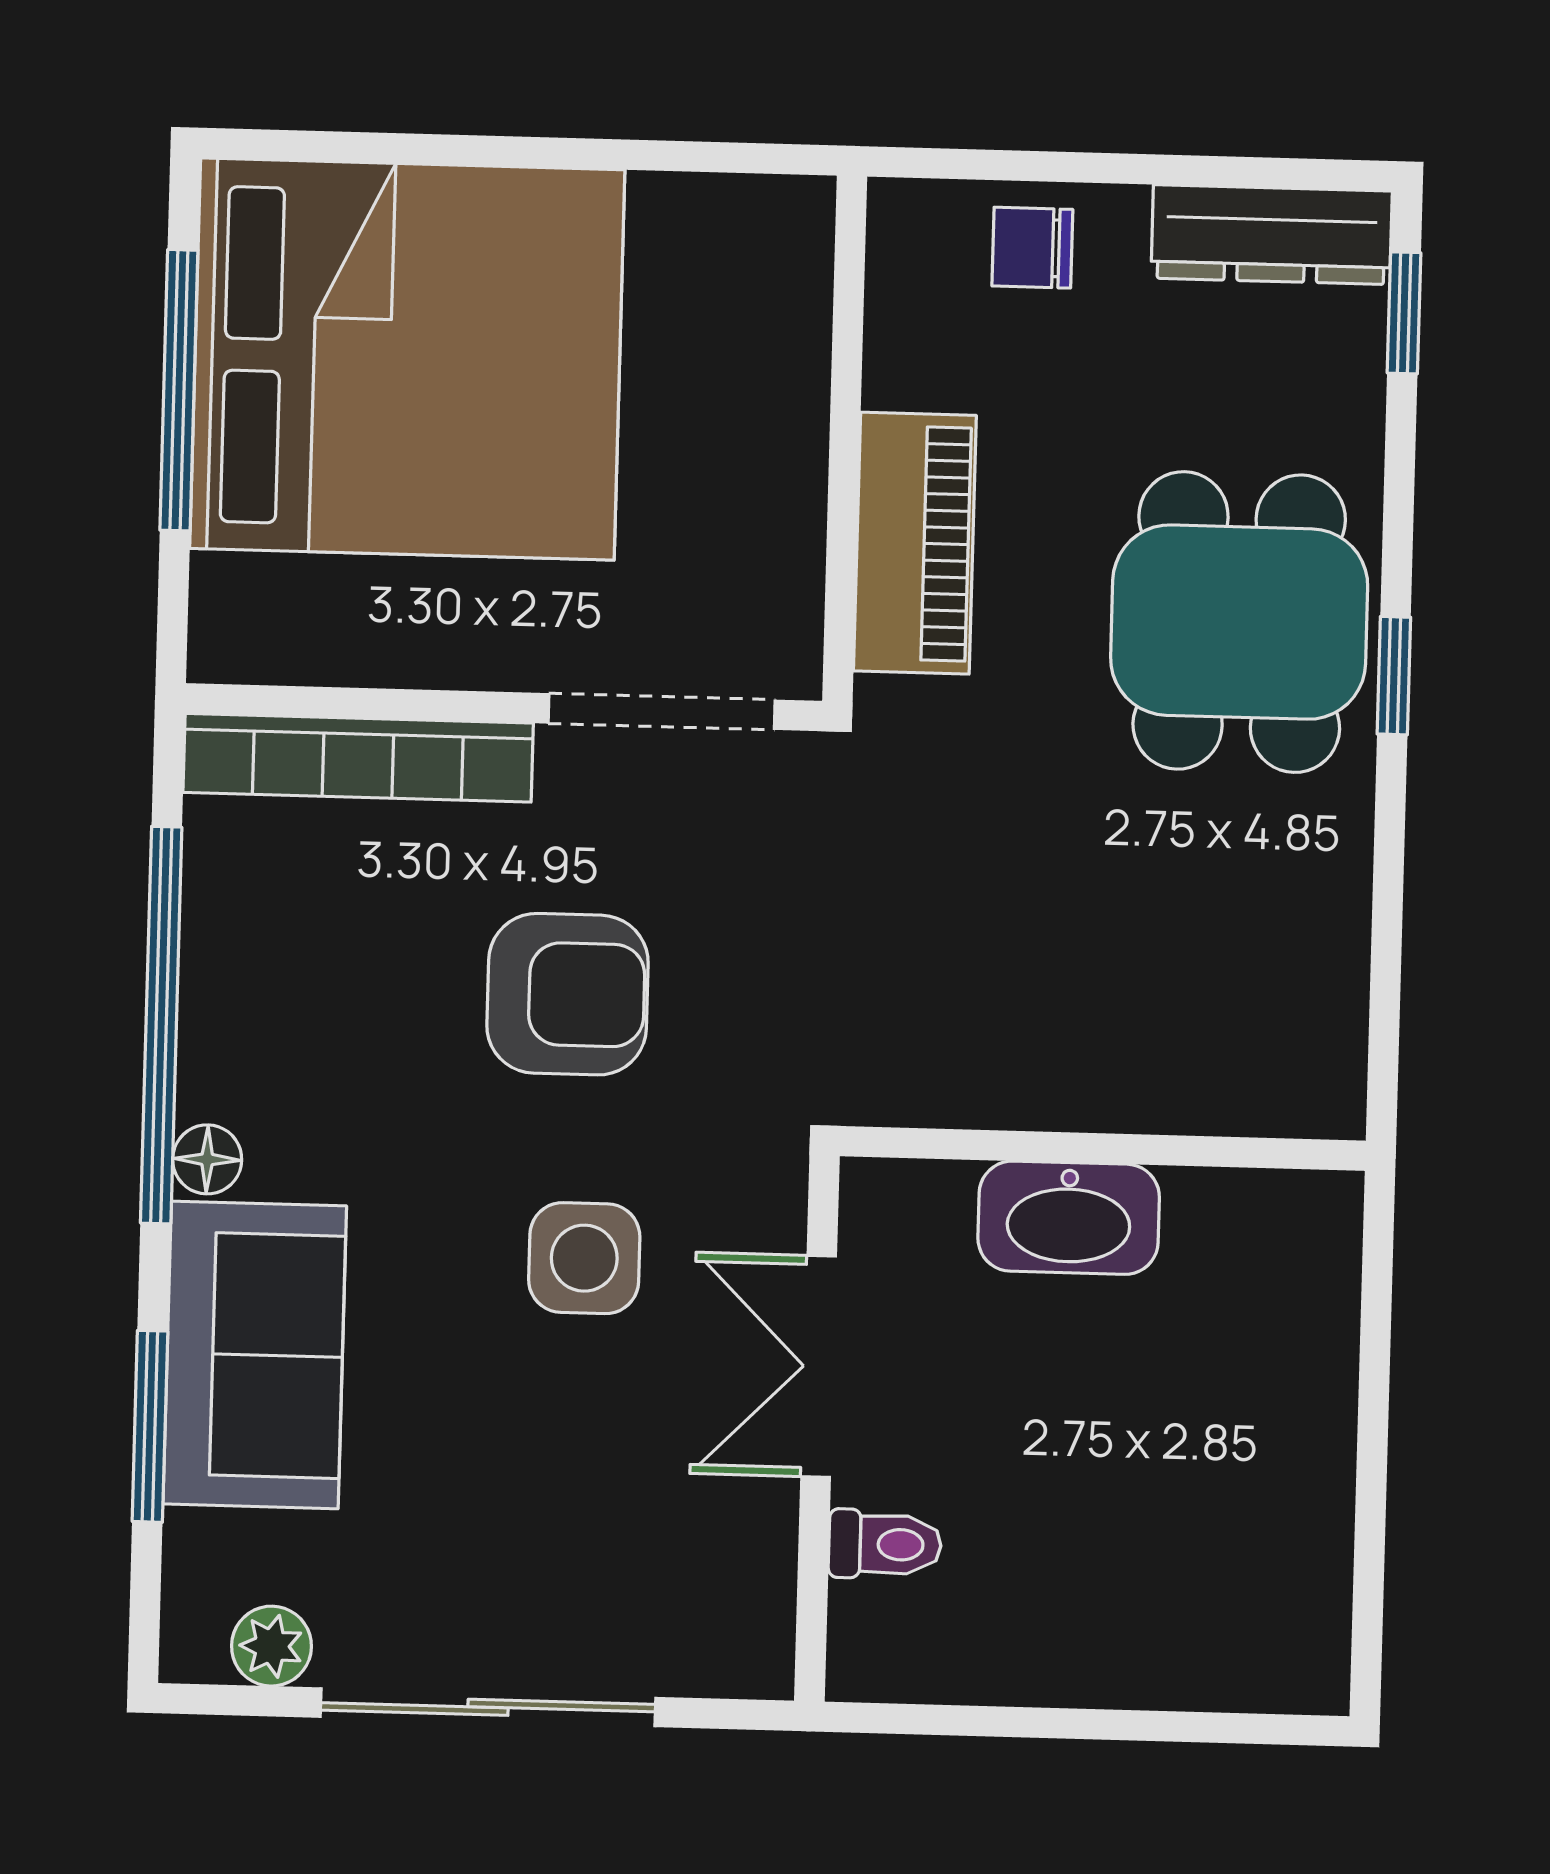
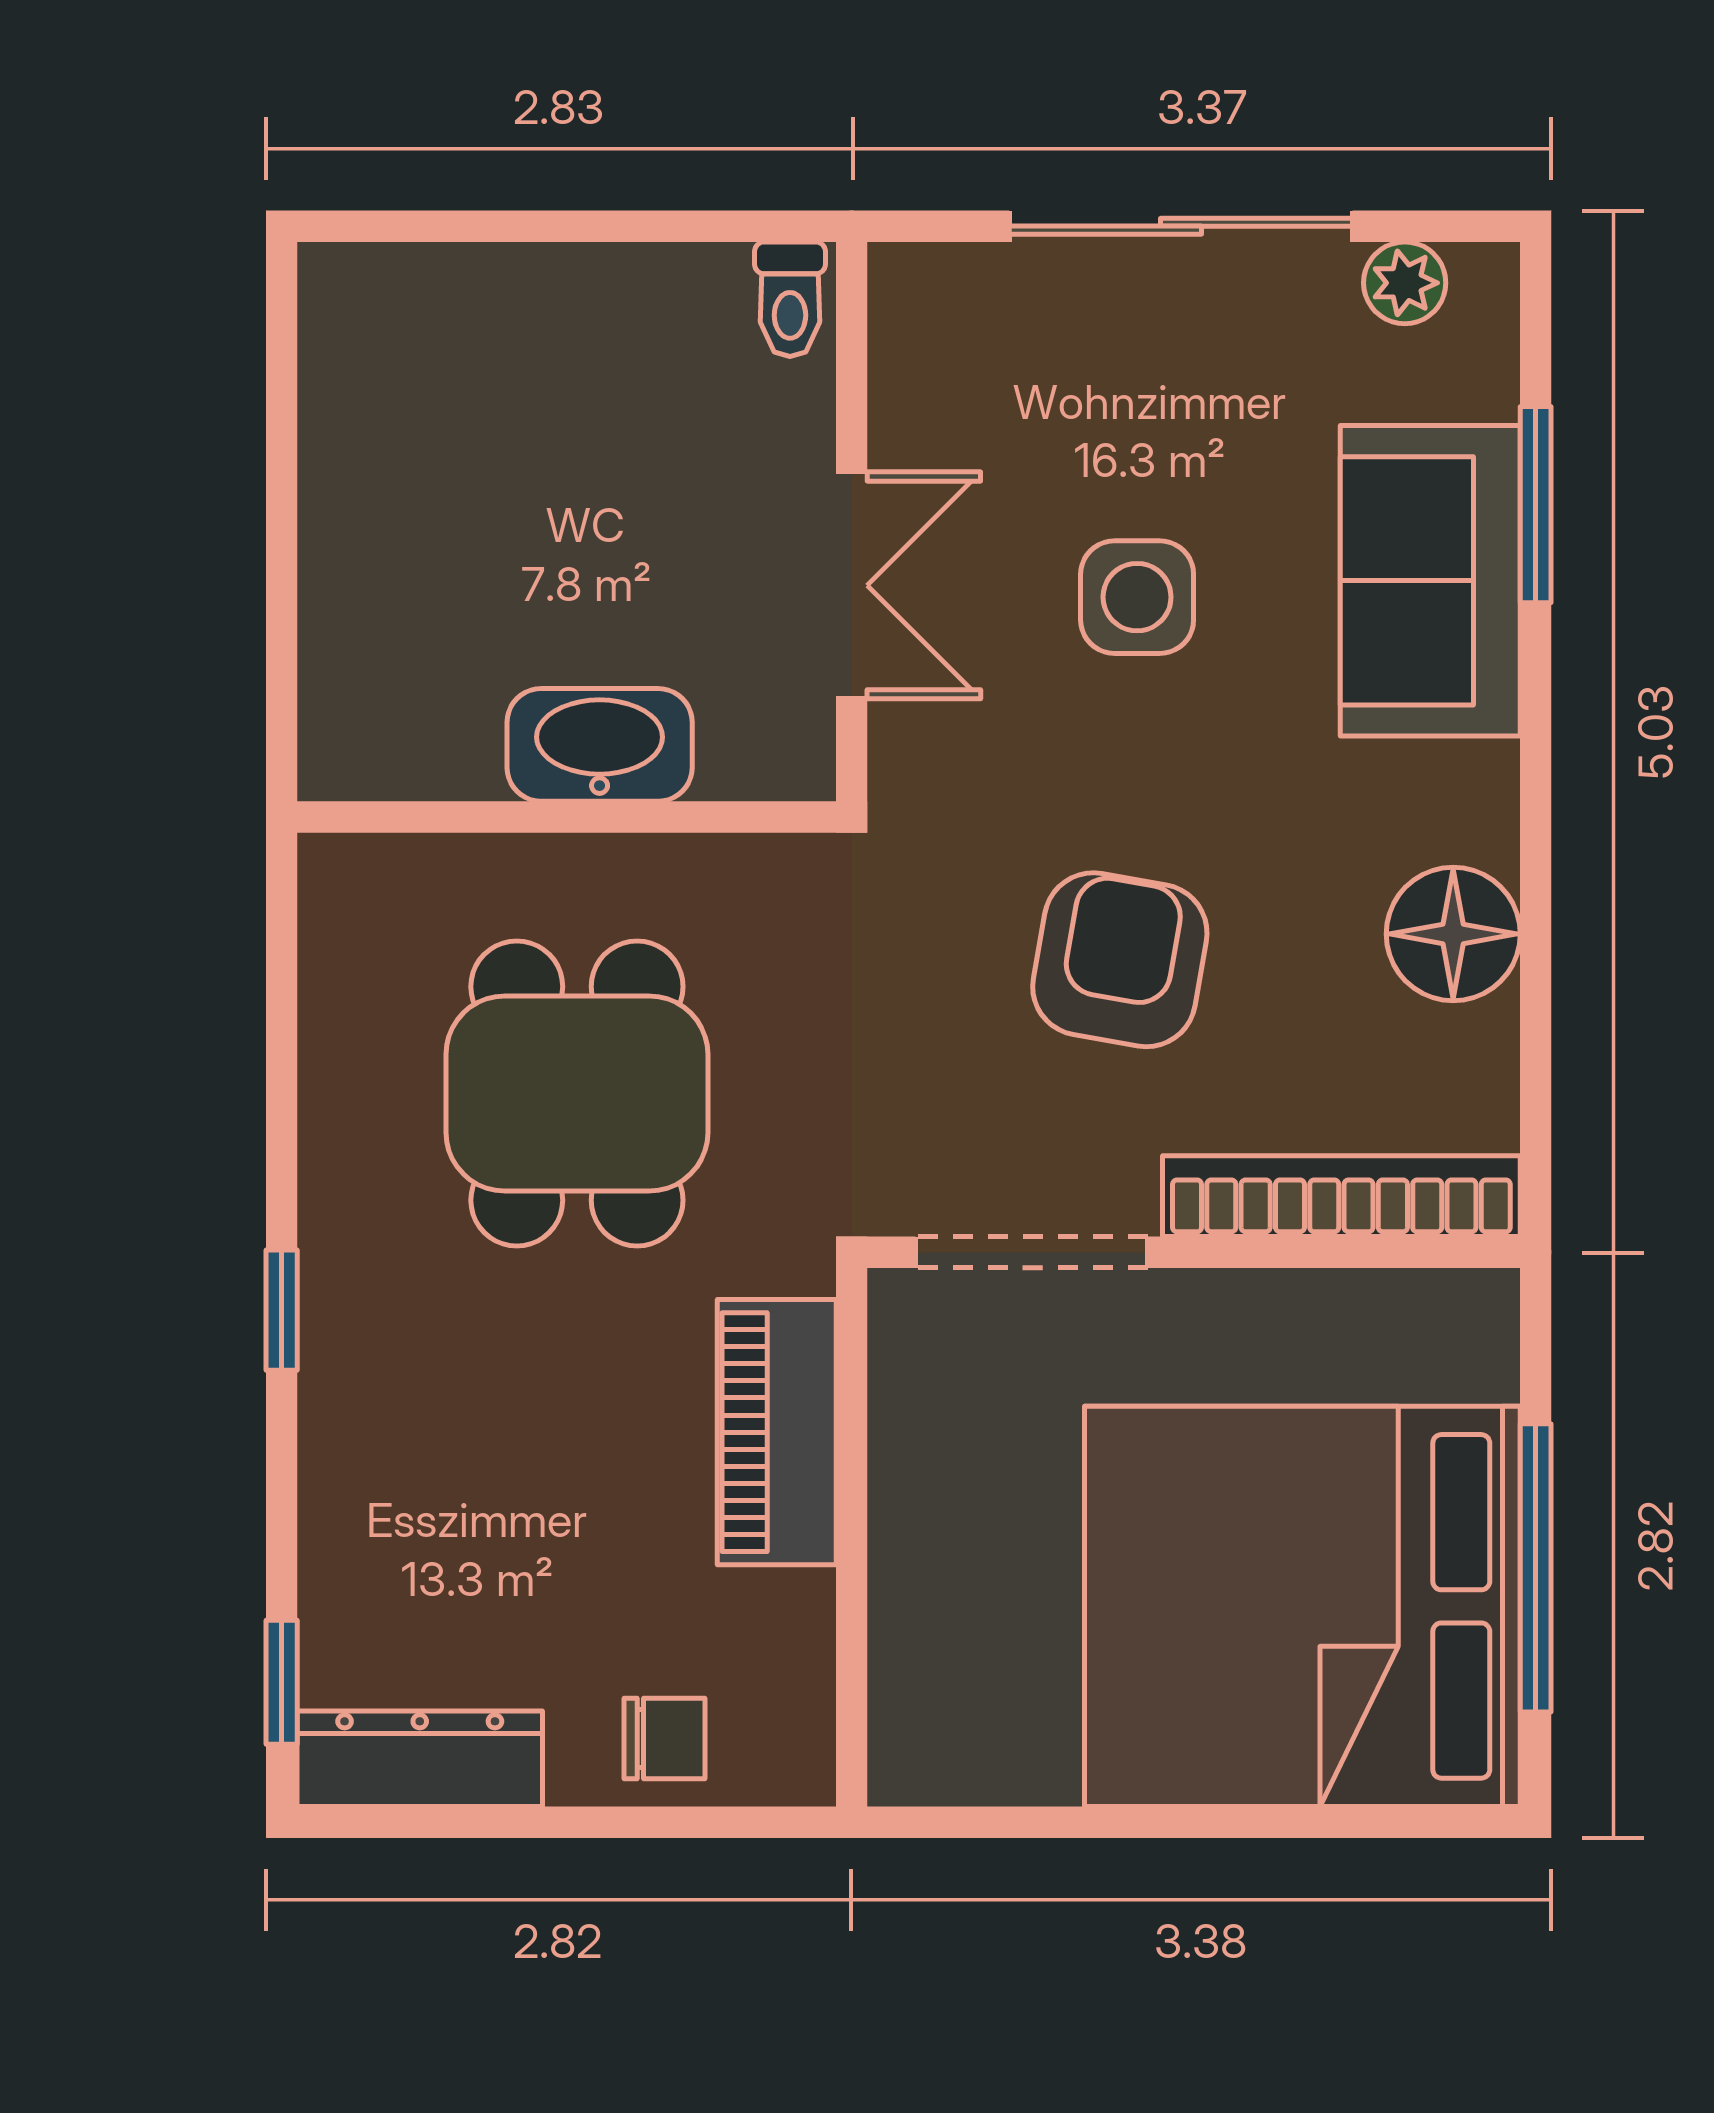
dining table: (1239, 622) -> (577, 1093), moved
armchair: (568, 994) -> (1120, 960), turned 100
window: (161, 1025) -> (1536, 916), removed
floor lamp: (207, 1159) -> (1453, 934), moved, width x1.89, depth x1.89
side table: (584, 1258) -> (1137, 597), moved
toilet: (885, 1544) -> (790, 299), moved, turned -90

